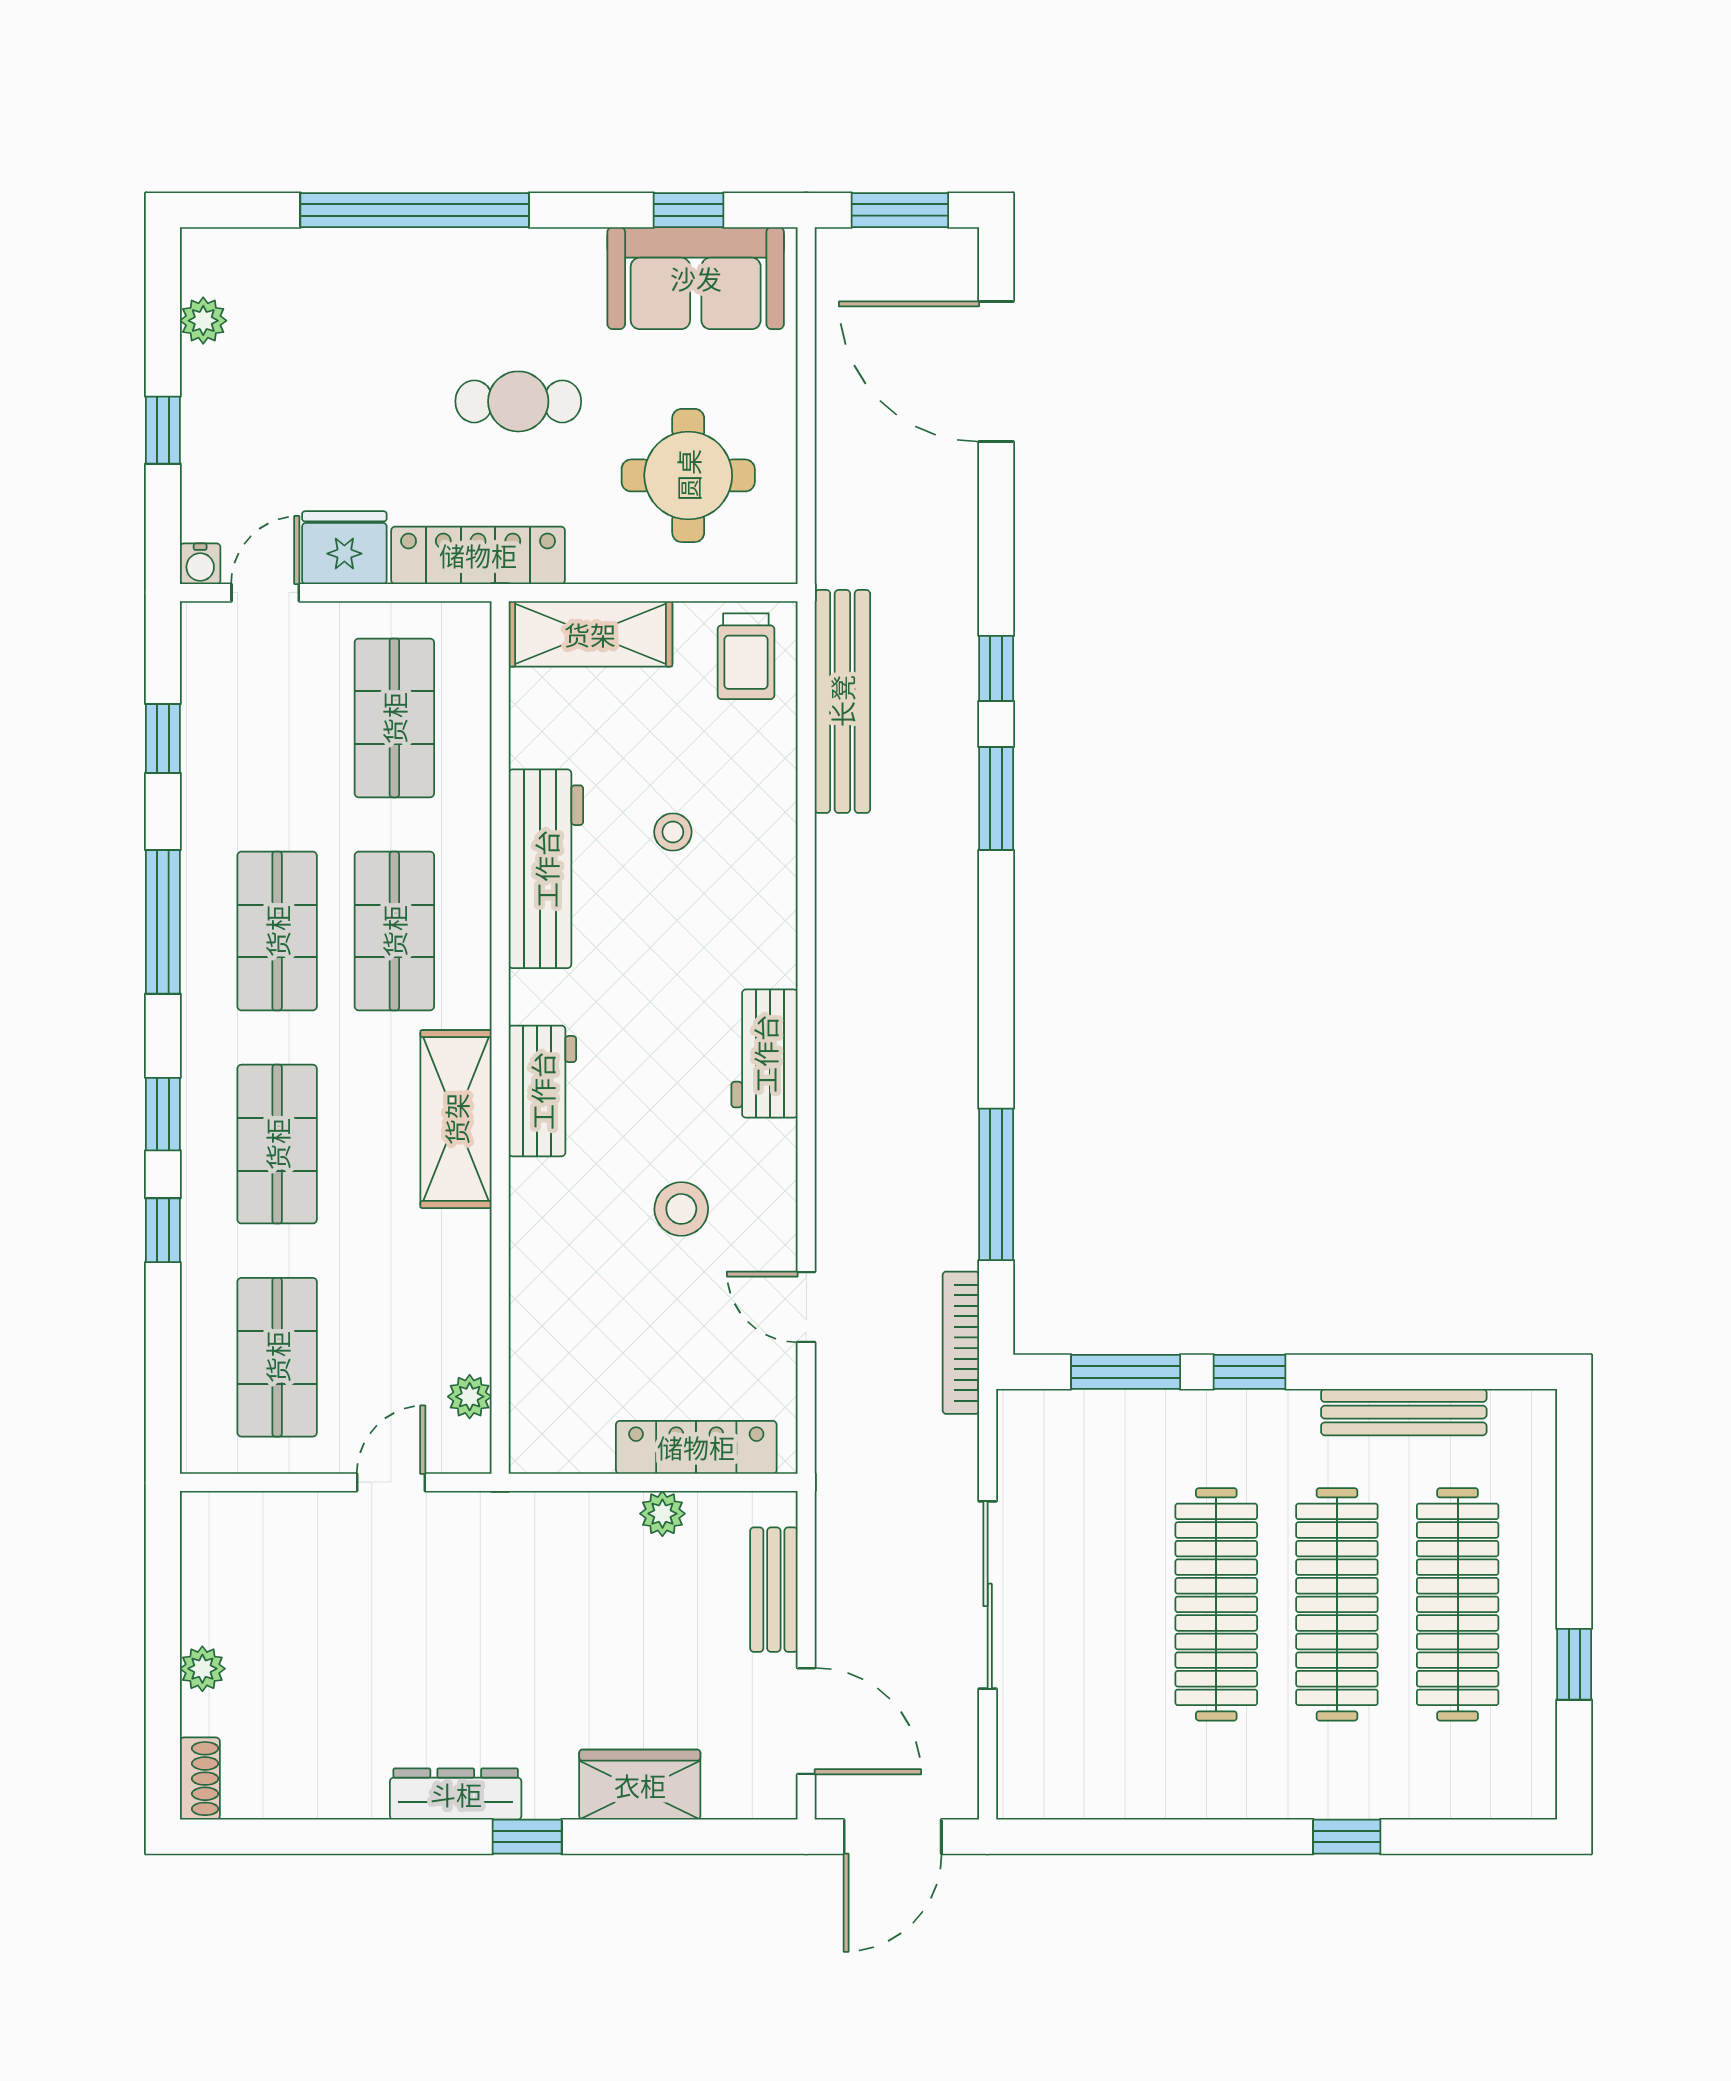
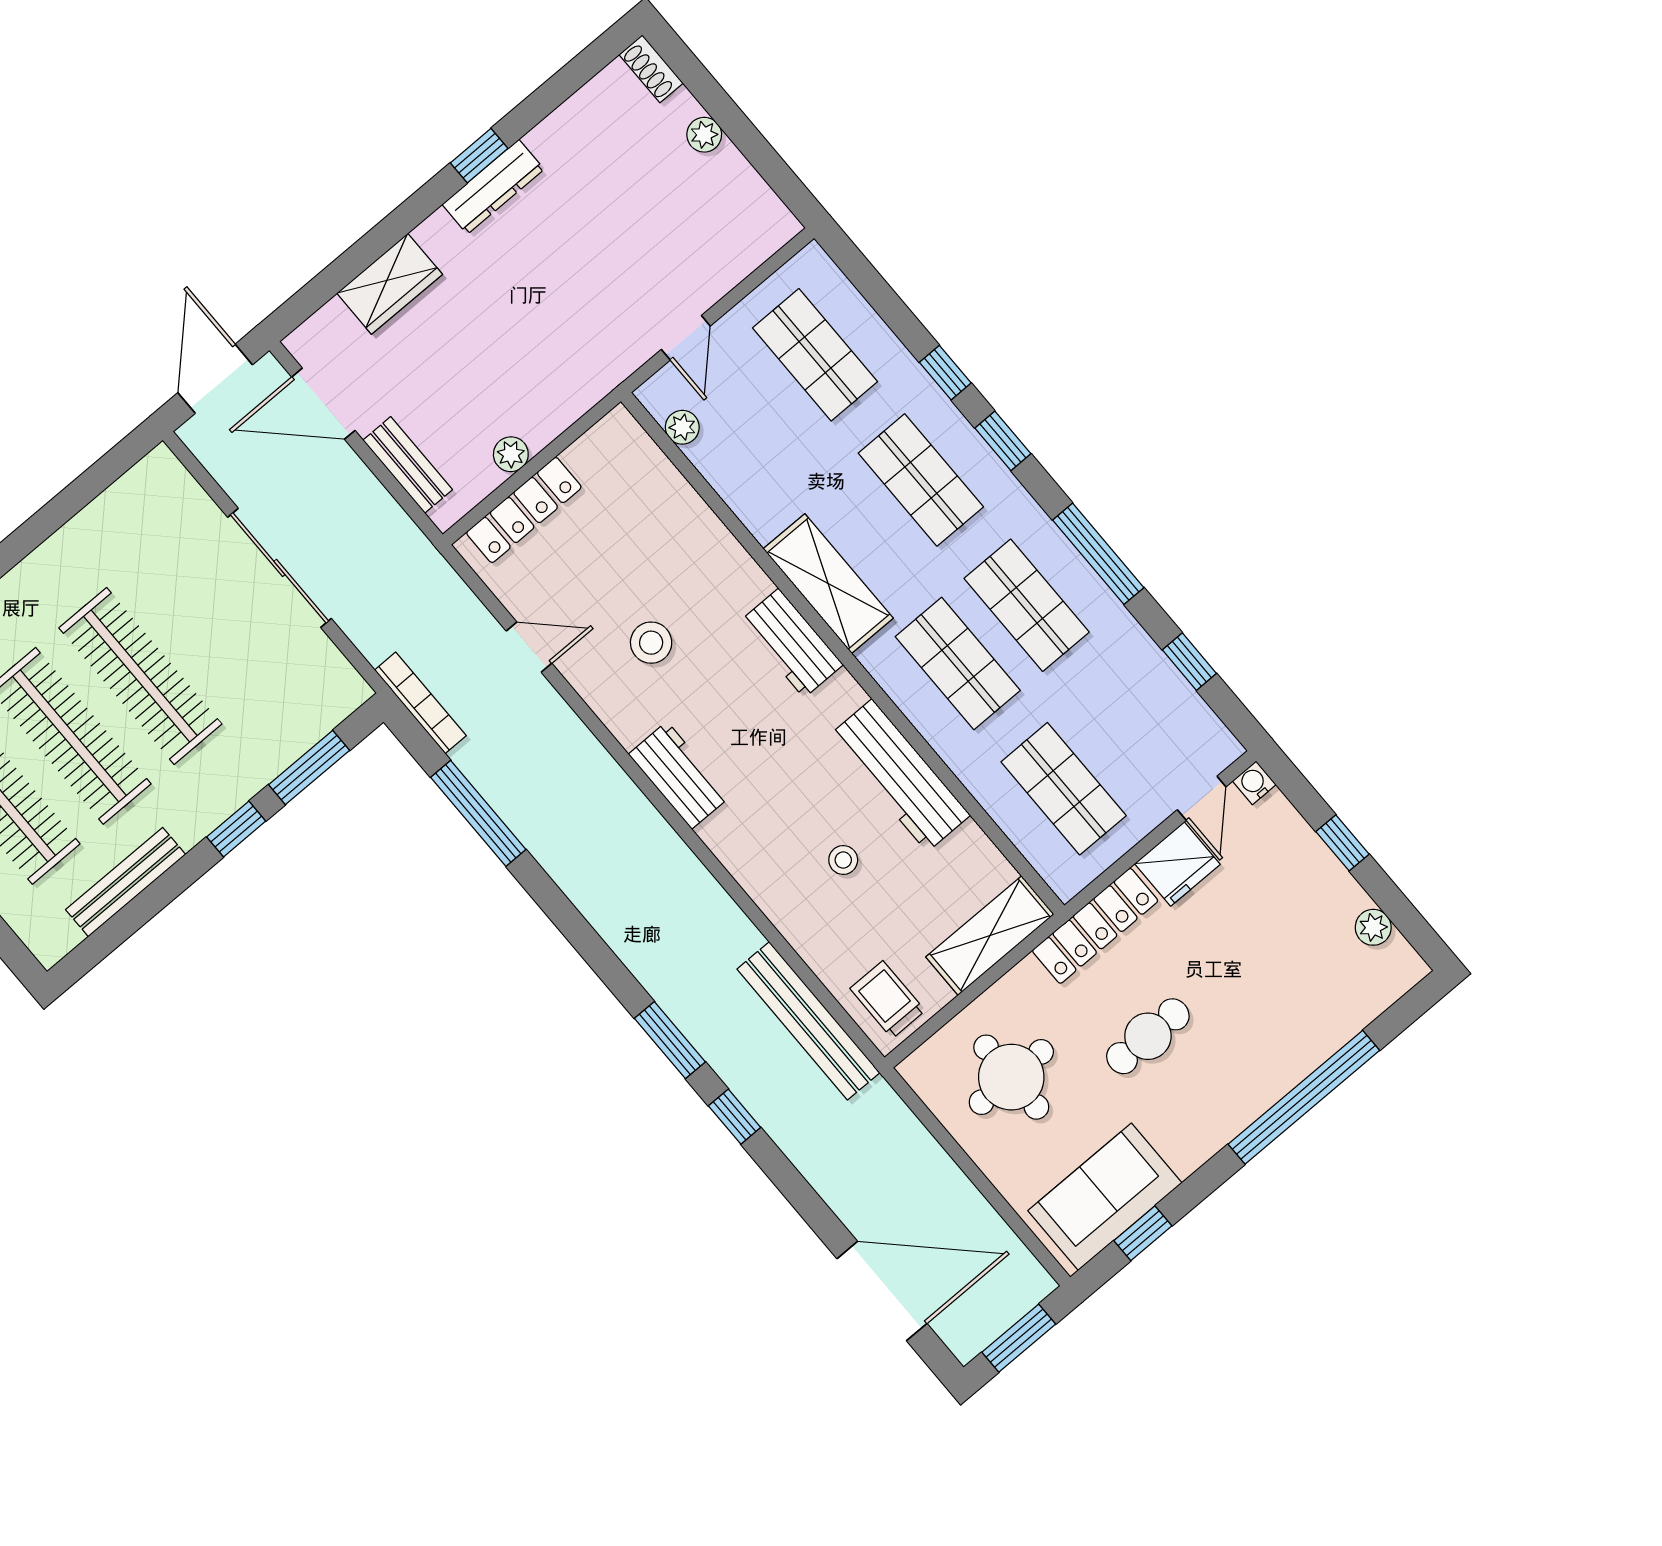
window: (527, 1837) -> (479, 156), moved

